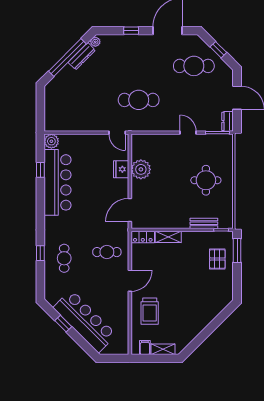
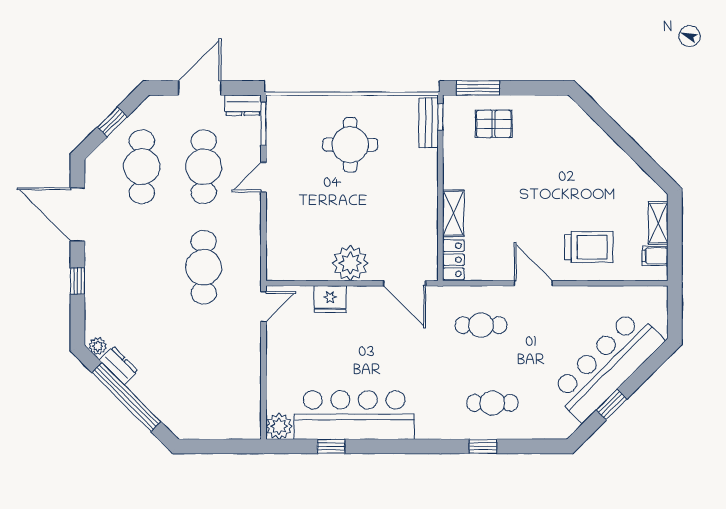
dresser: (82, 56) -> (119, 365), width x0.70
cafe table: (194, 100) -> (204, 167), added
plant: (141, 169) -> (350, 263), moved
bench: (204, 223) -> (429, 123), moved
cafe table: (107, 252) -> (481, 325), turned 90

